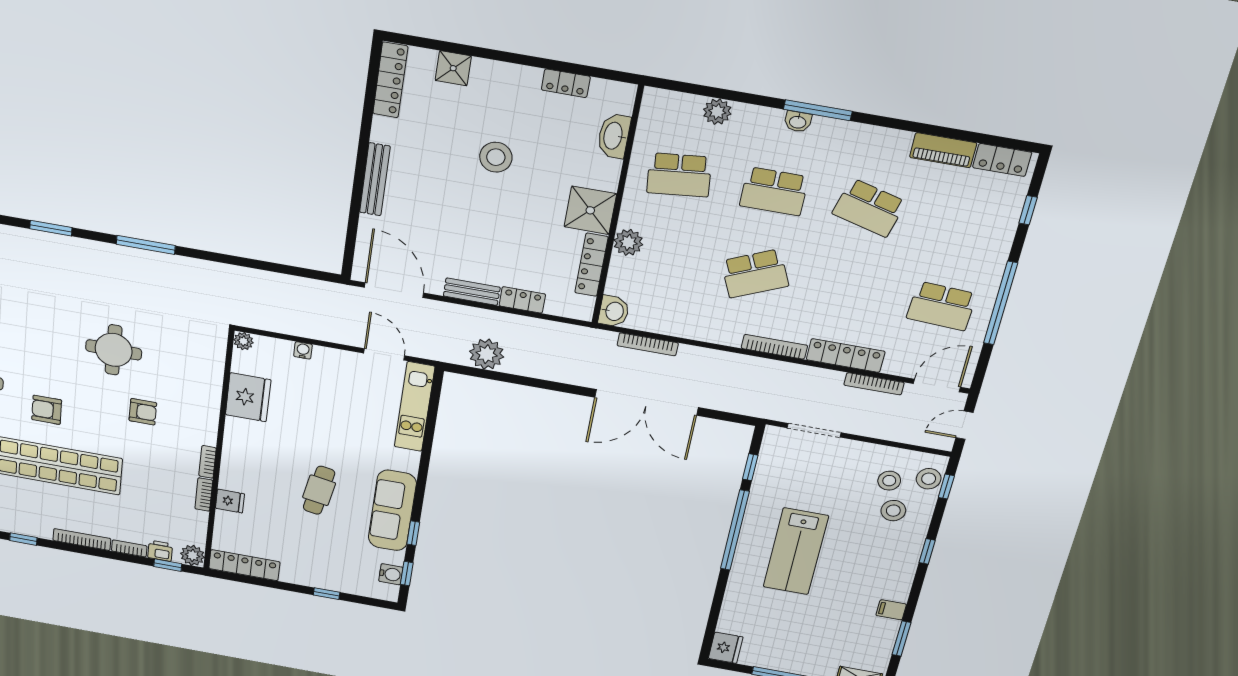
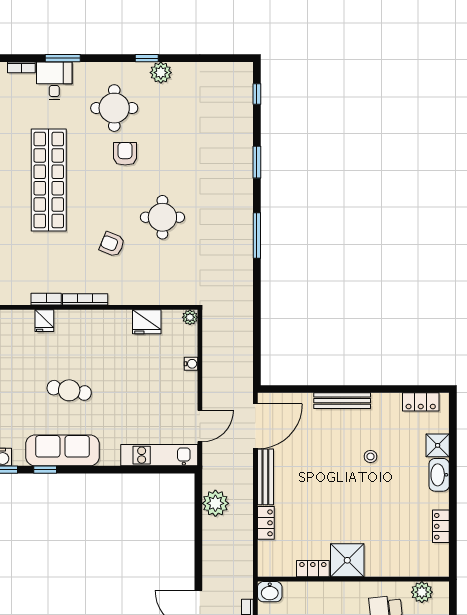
locker: (390, 80) -> (421, 402), width x0.66
washbasin: (614, 136) -> (439, 475), moved, turned -90
stool: (496, 157) -> (371, 456), moved, width x0.53, depth x0.53
plant: (628, 242) -> (422, 592), moved
locker: (591, 265) -> (313, 569), width x0.66
bench: (472, 292) -> (265, 477), width x1.36
fridge: (248, 397) -> (147, 322), width x0.73, depth x0.75
armchair: (47, 410) -> (125, 154), moved
armchair: (143, 412) -> (112, 244), turned 112
bookcase: (208, 462) -> (85, 299), width x1.56

